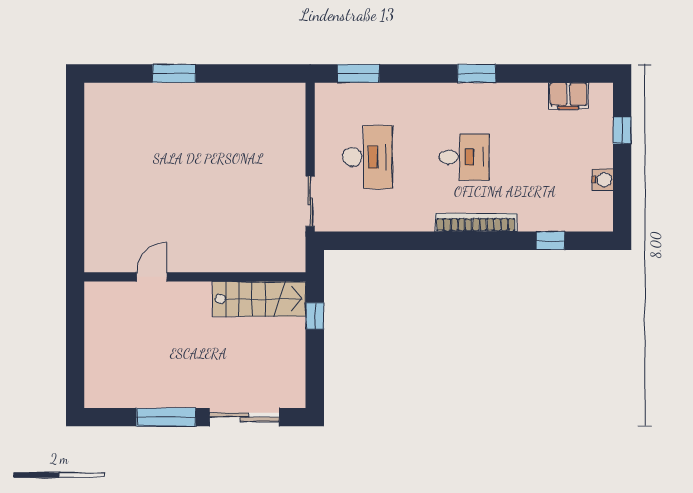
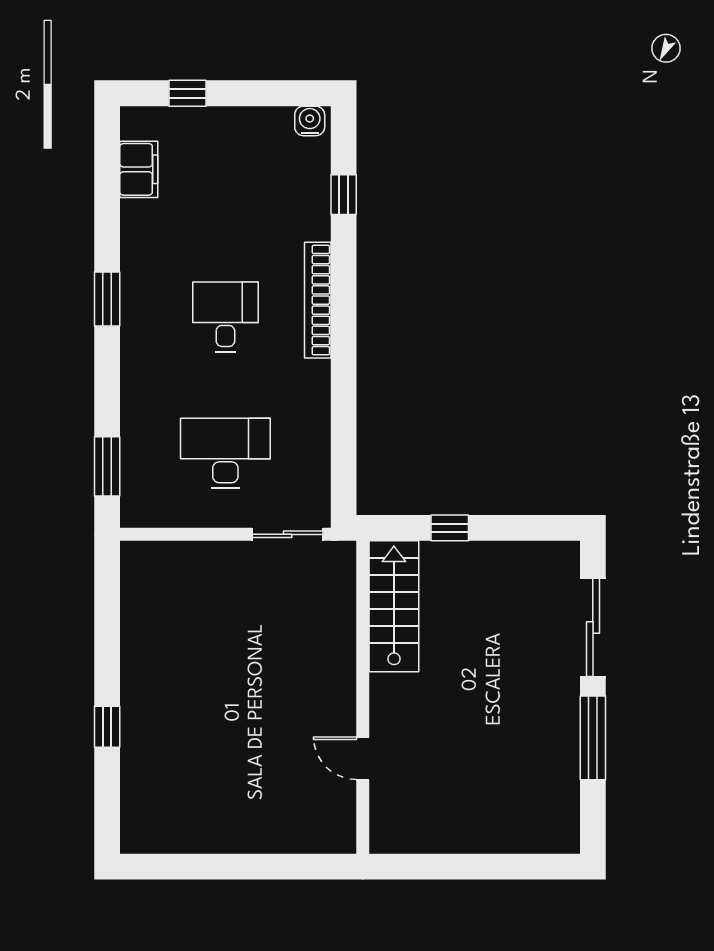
window: (174, 73) -> (107, 727), width x0.67
water cooler: (603, 180) -> (310, 121), moved
door: (152, 277) -> (363, 758), moved
wall: (195, 277) -> (363, 697), moved
stairs: (259, 299) -> (394, 606), moved

